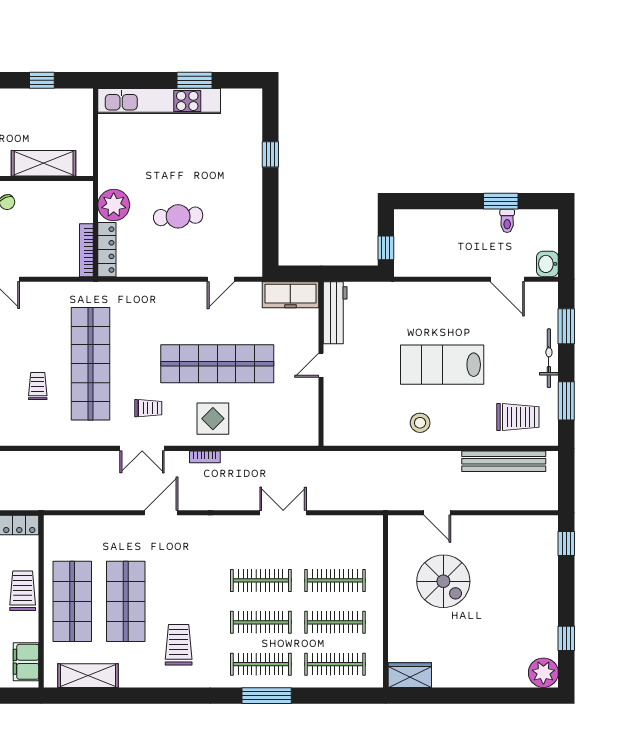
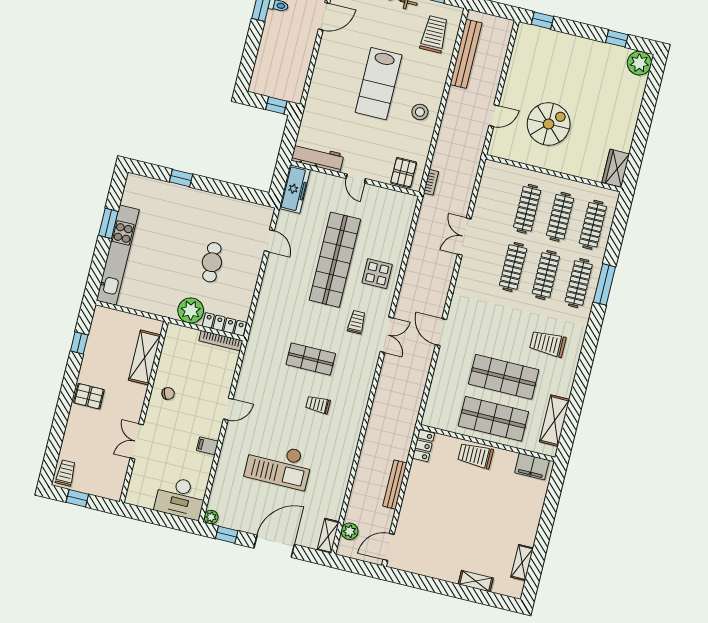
shop shelf: (90, 364) -> (311, 359), width x0.50, depth x0.74
pallet: (342, 421) -> (404, 173), added
bookcase: (205, 457) -> (431, 182), moved

